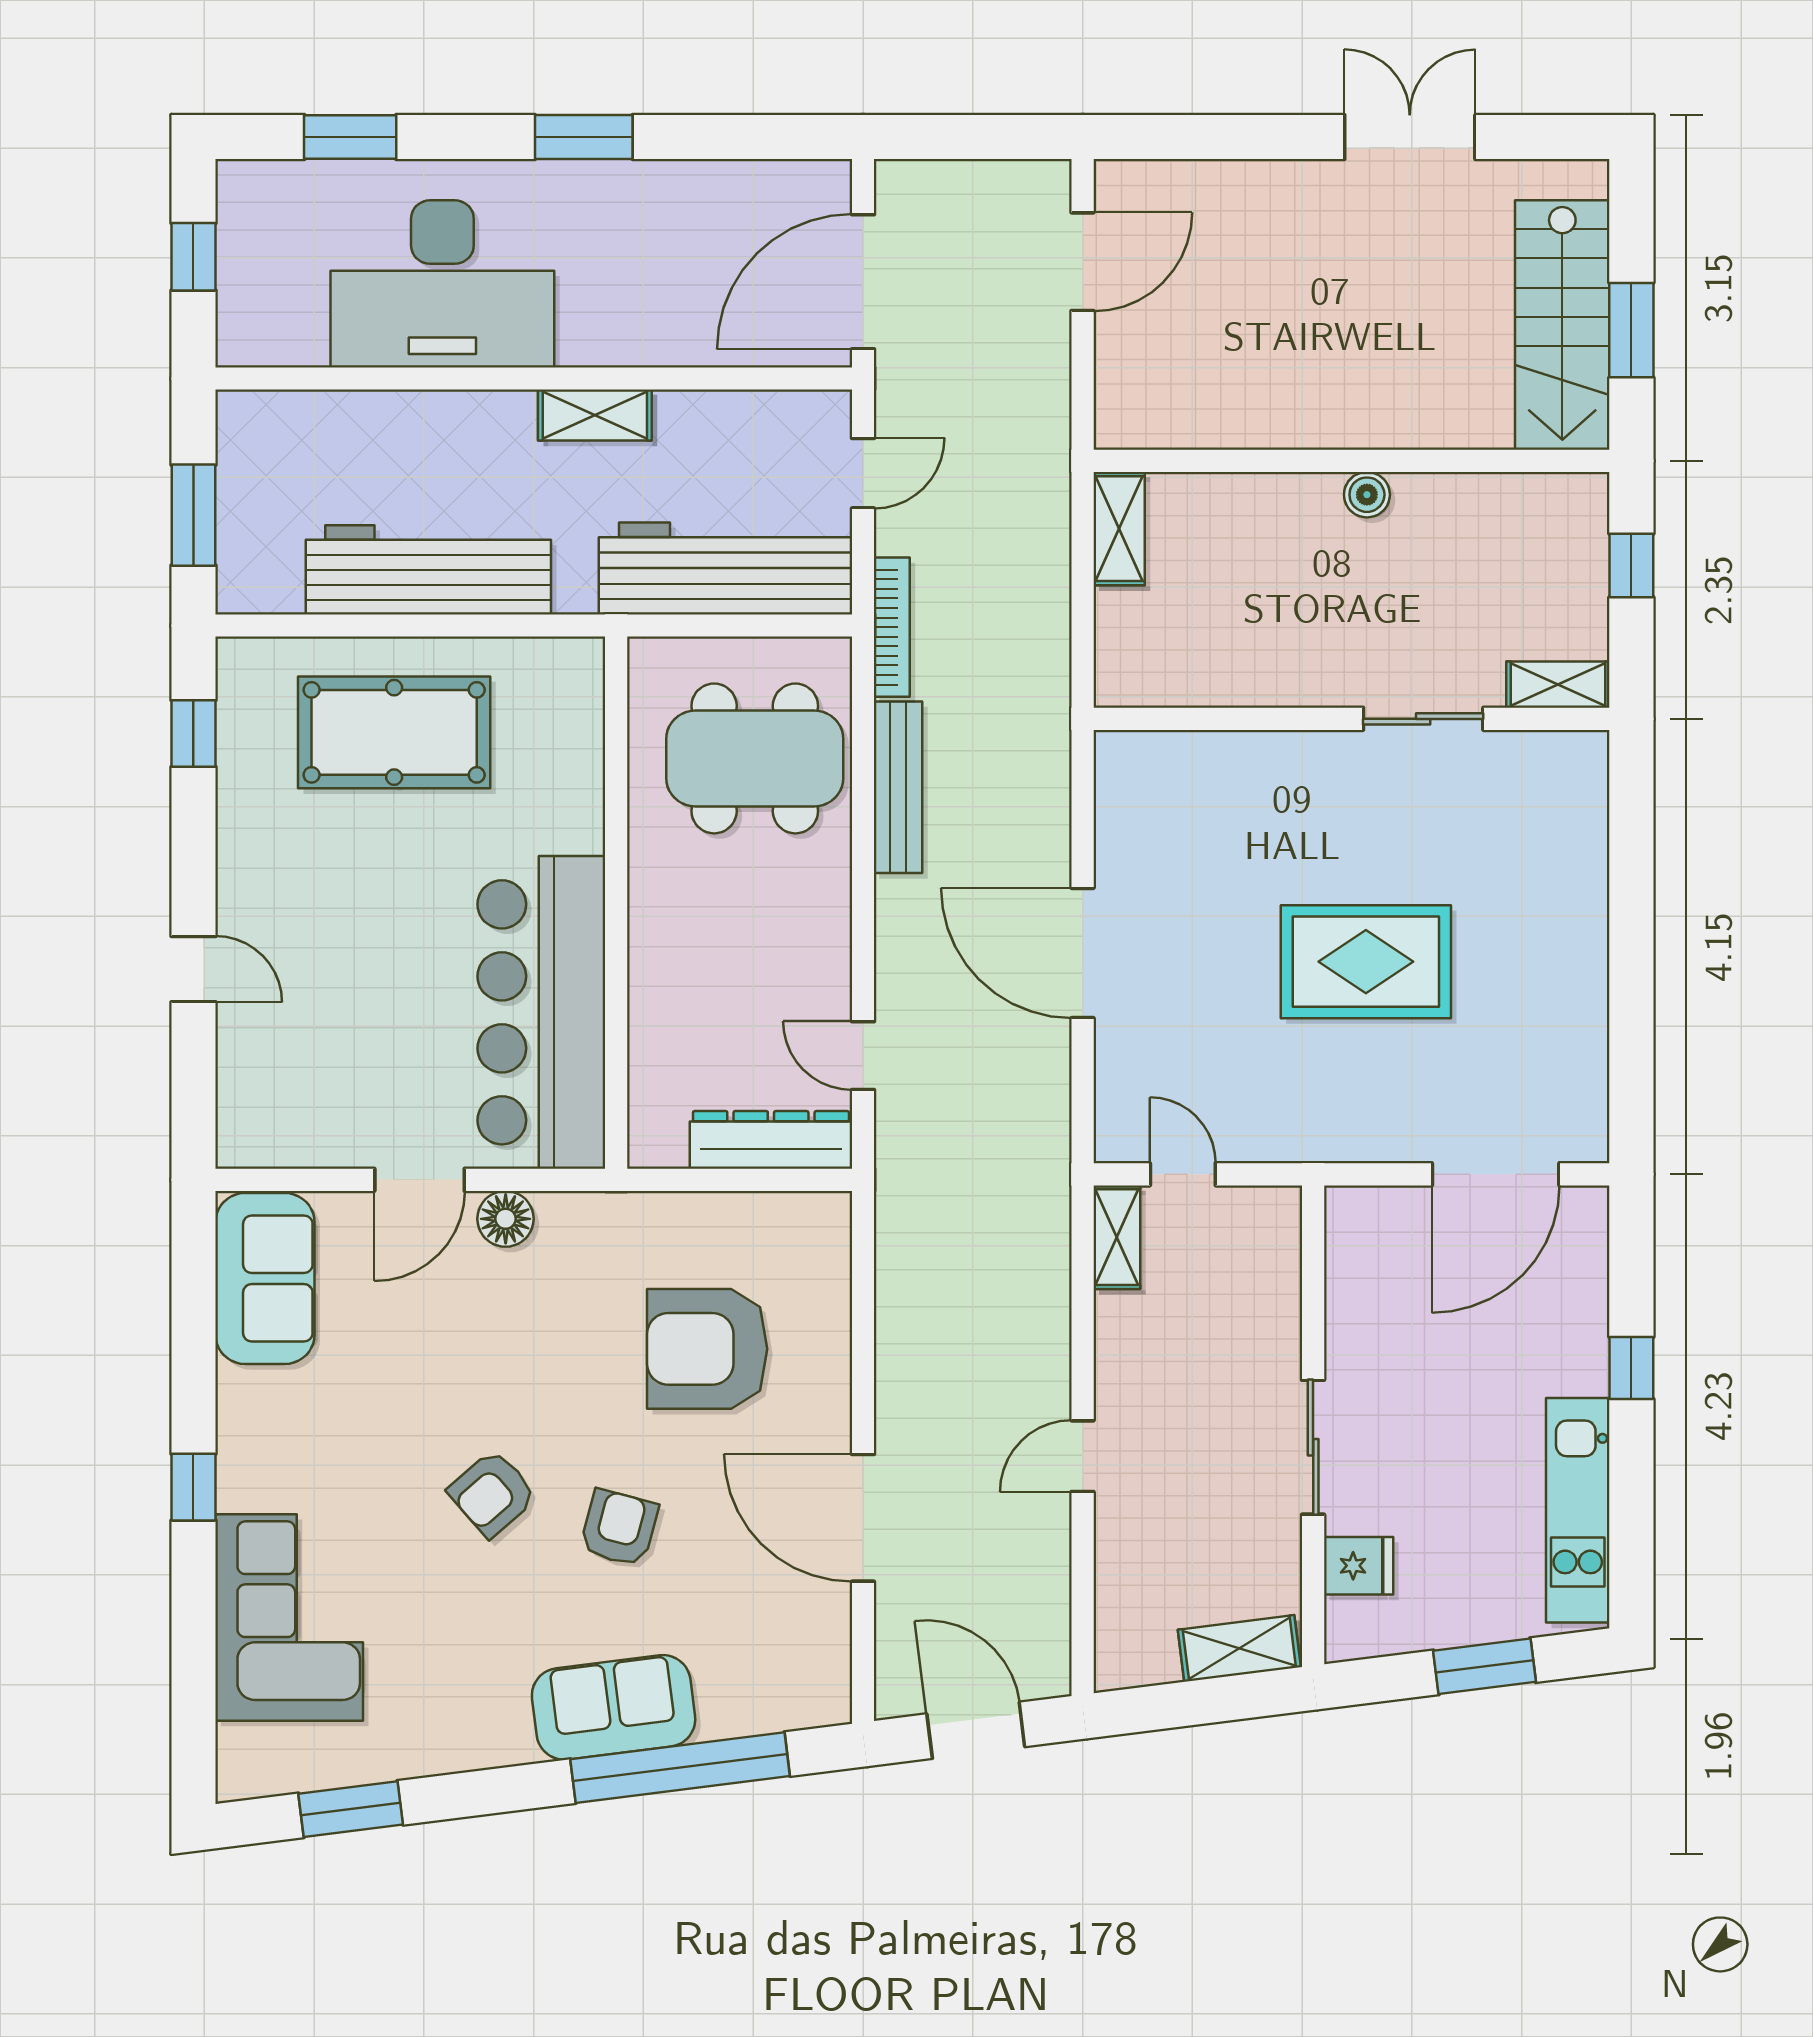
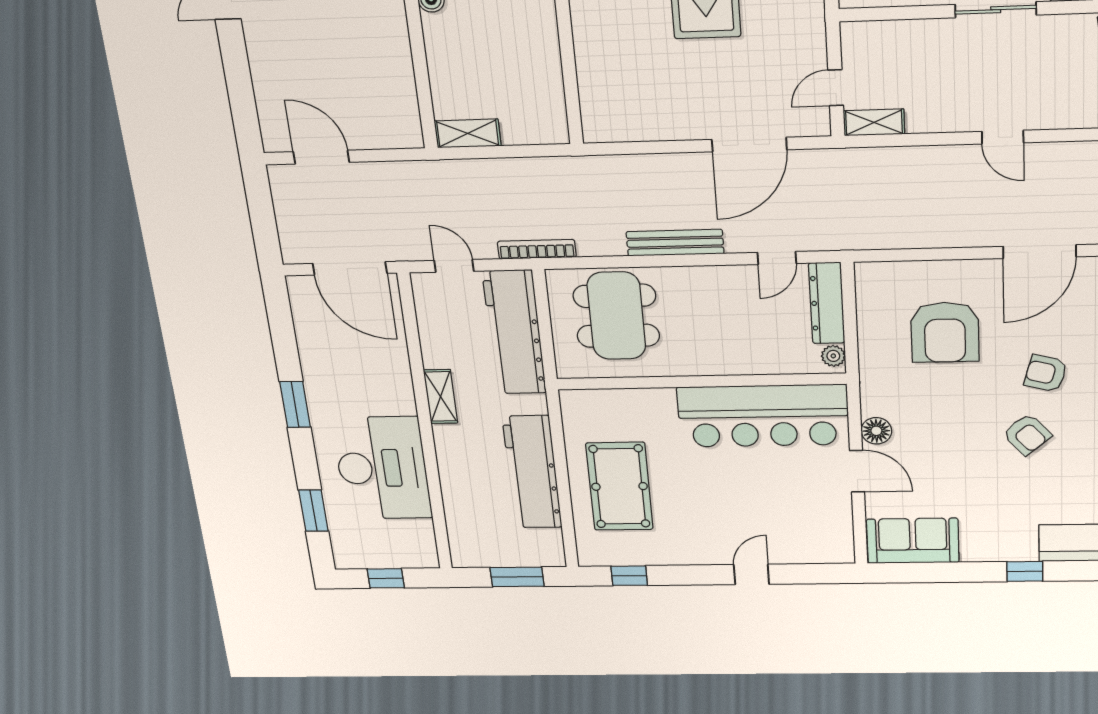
bench: (898, 787) -> (675, 243), moved
door: (1083, 953) -> (749, 145), moved
plant: (664, 1147) -> (833, 356), added

